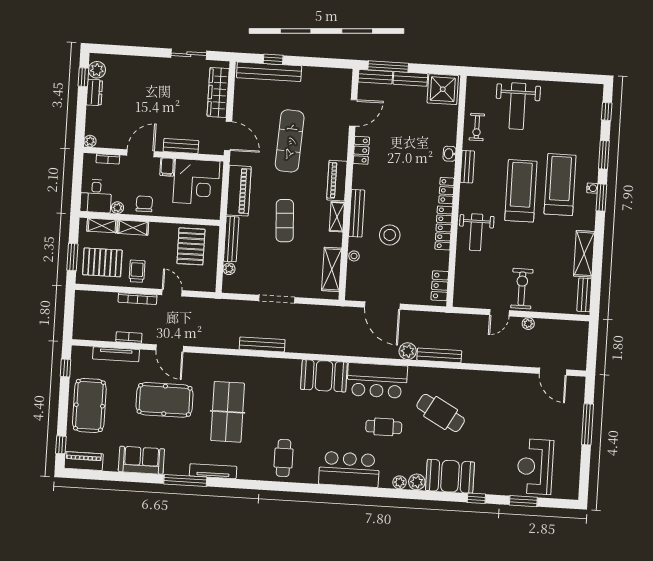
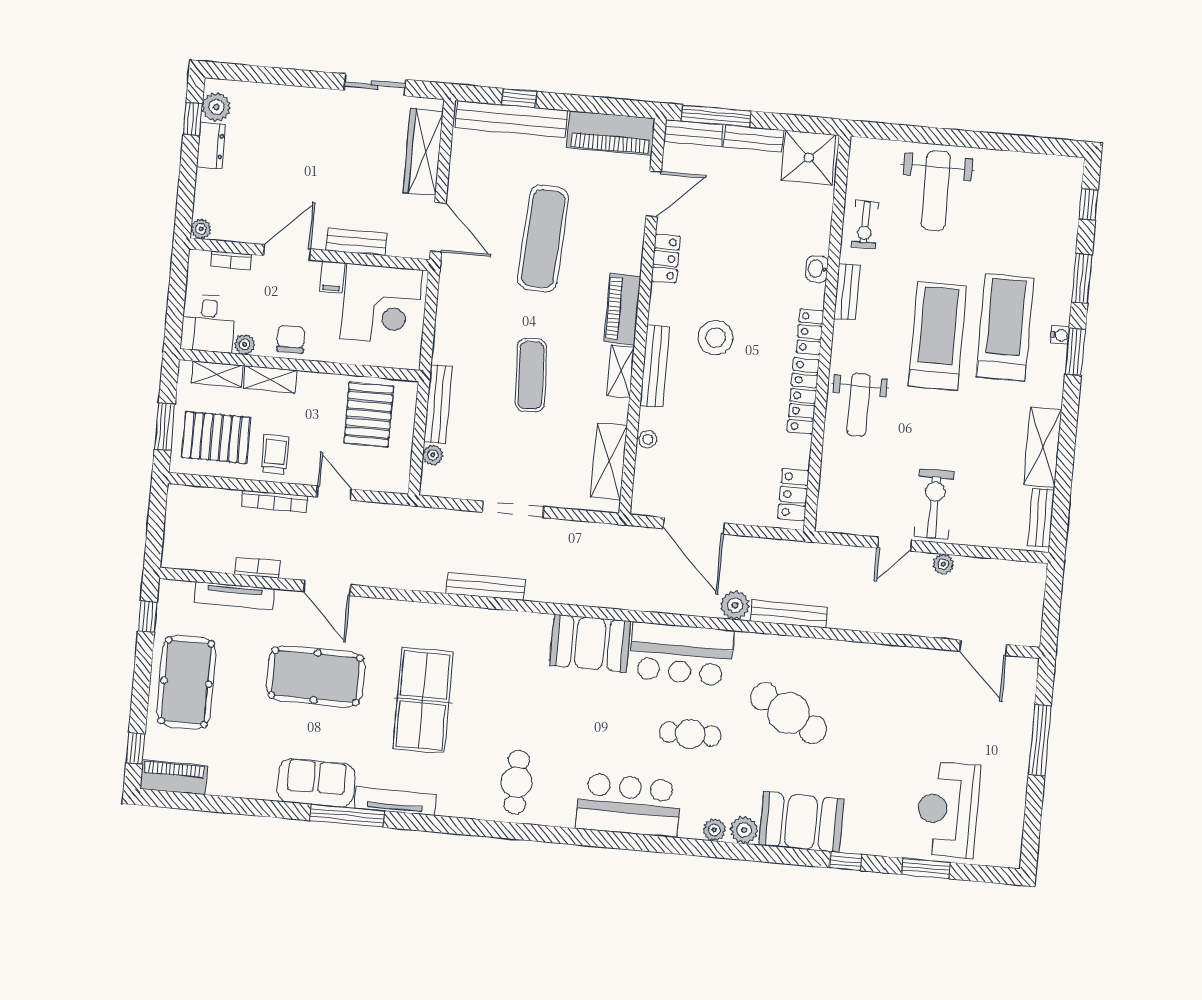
piano: (239, 191) -> (611, 133), moved, turned 90
stool: (390, 235) -> (715, 338), moved
sofa: (141, 460) -> (316, 783), moved

